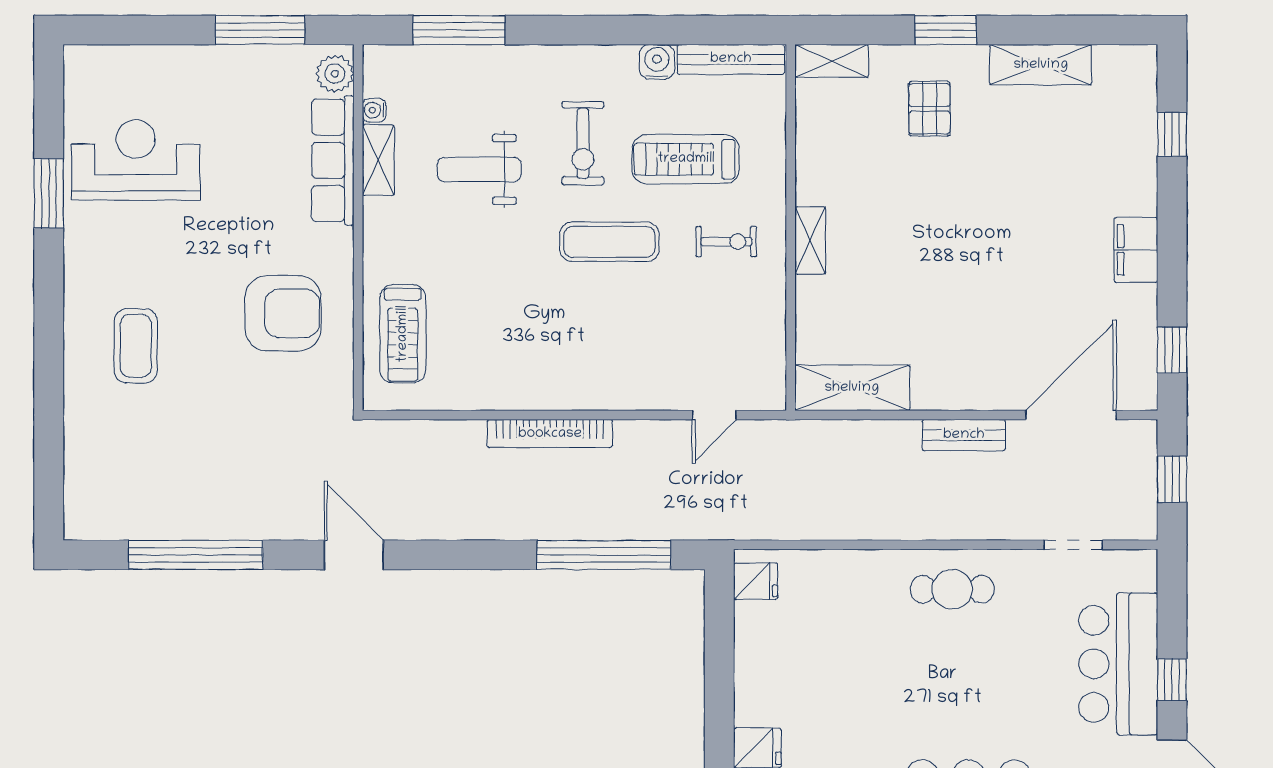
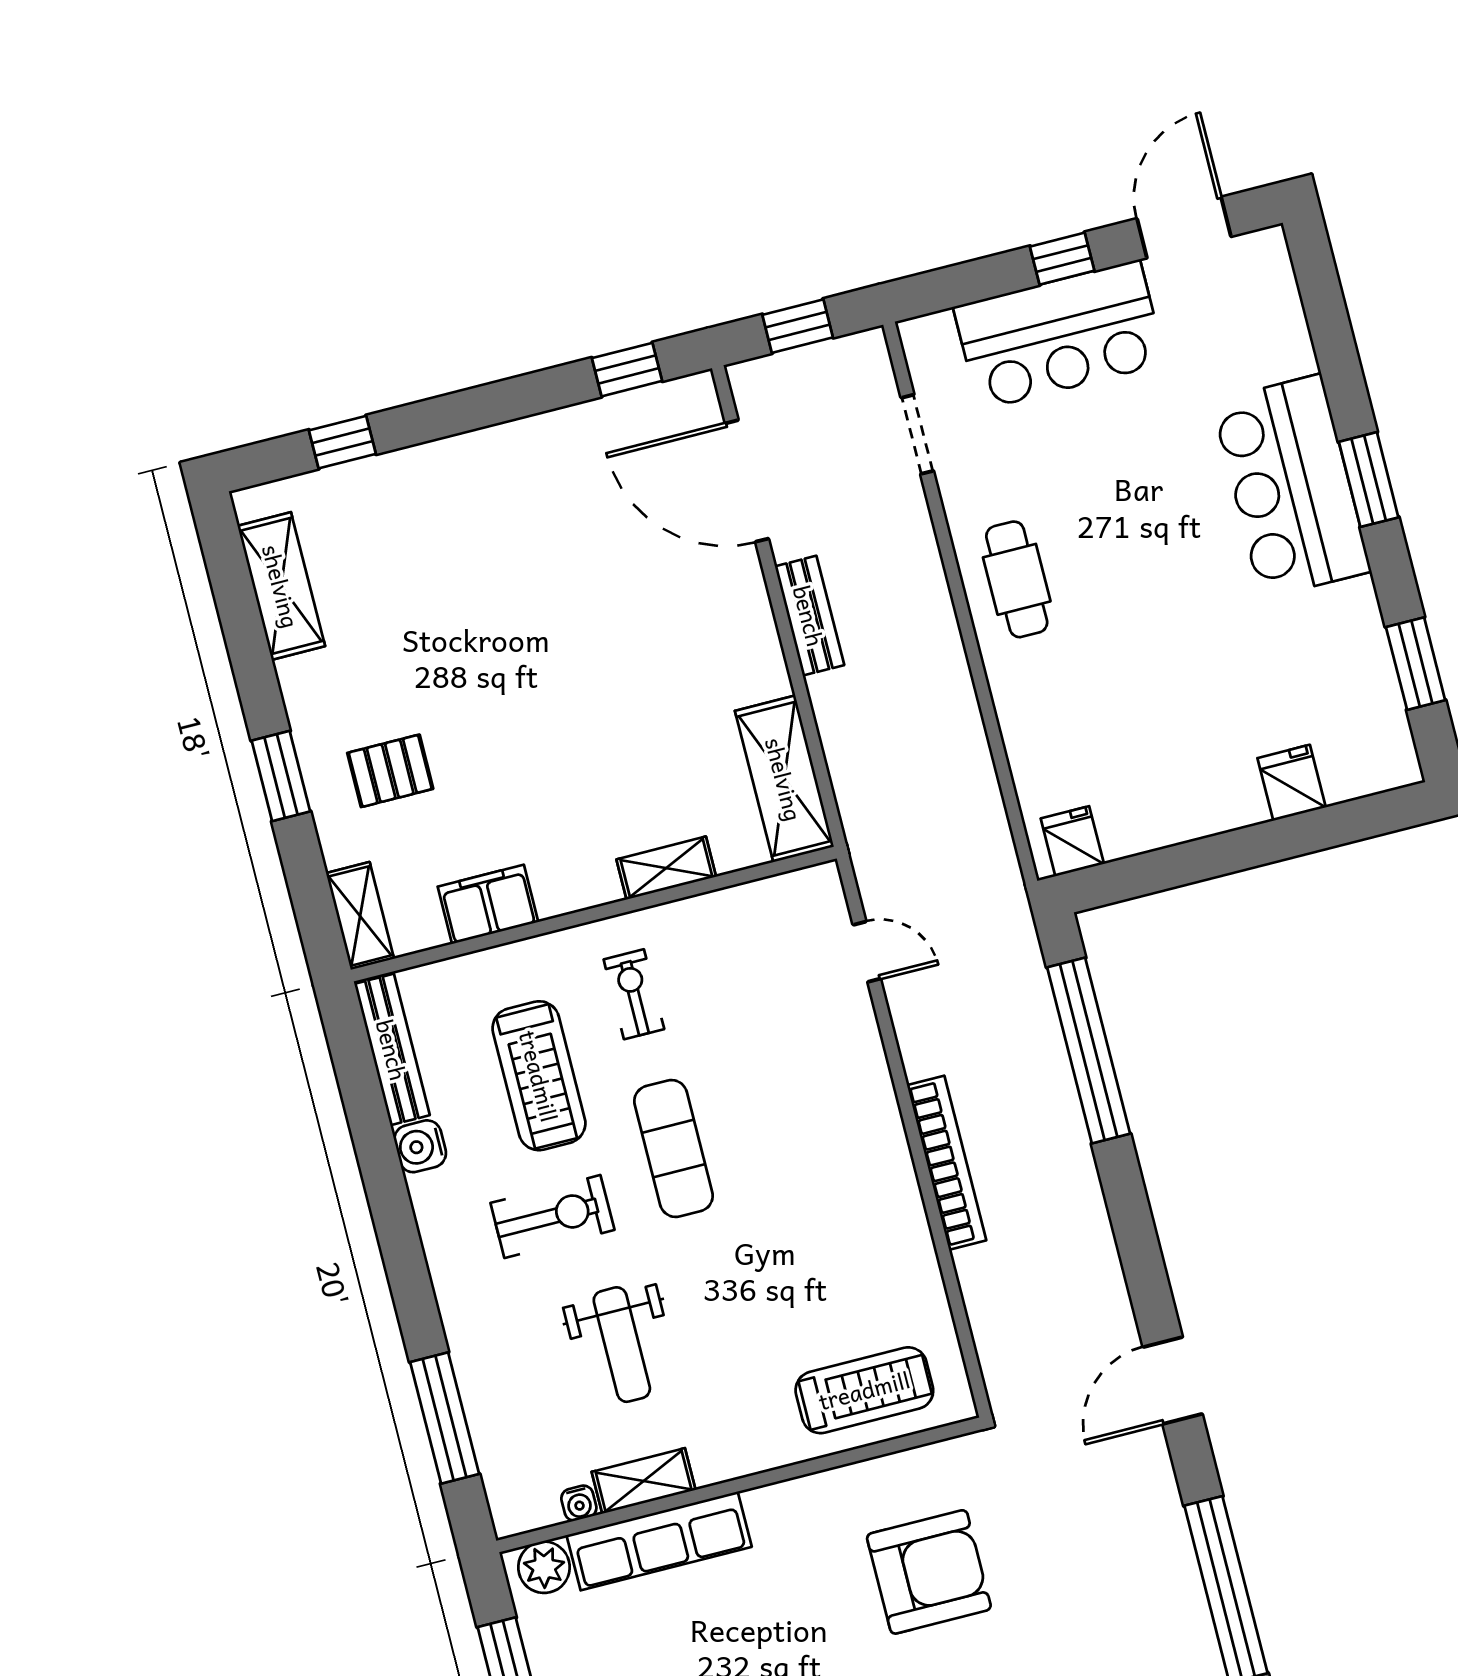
shelving: (1041, 65) -> (281, 586), moved
shelving: (810, 240) -> (666, 868), moved
filing cabinet: (1136, 250) -> (488, 904), moved, turned 180
armchair: (283, 313) -> (929, 1572), moved, turned 90

